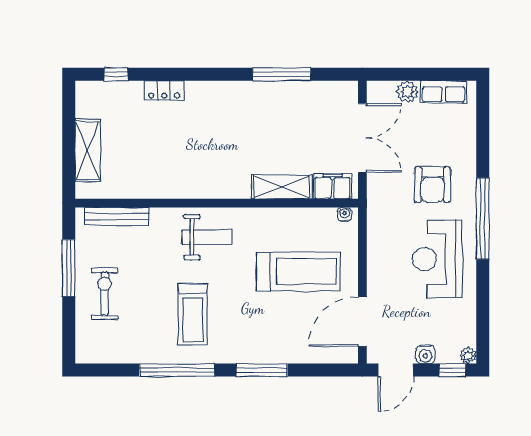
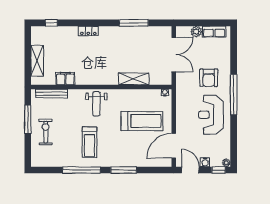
locker: (164, 91) -> (88, 31), moved
filing cabinet: (333, 186) -> (65, 79), moved
weight bench: (207, 237) -> (96, 104), turned 90
door: (396, 370) -> (190, 170), swing flipped

